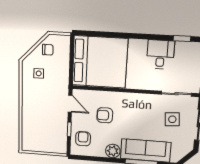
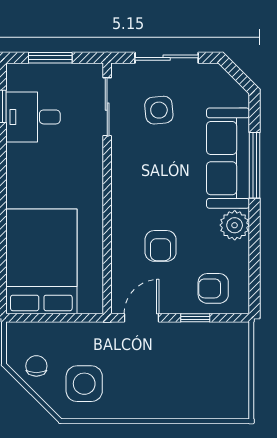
desk: (160, 54) -> (33, 117), moved
bed: (100, 62) -> (41, 261), width x0.73
side table: (39, 73) -> (84, 384), width x1.87, depth x1.87

